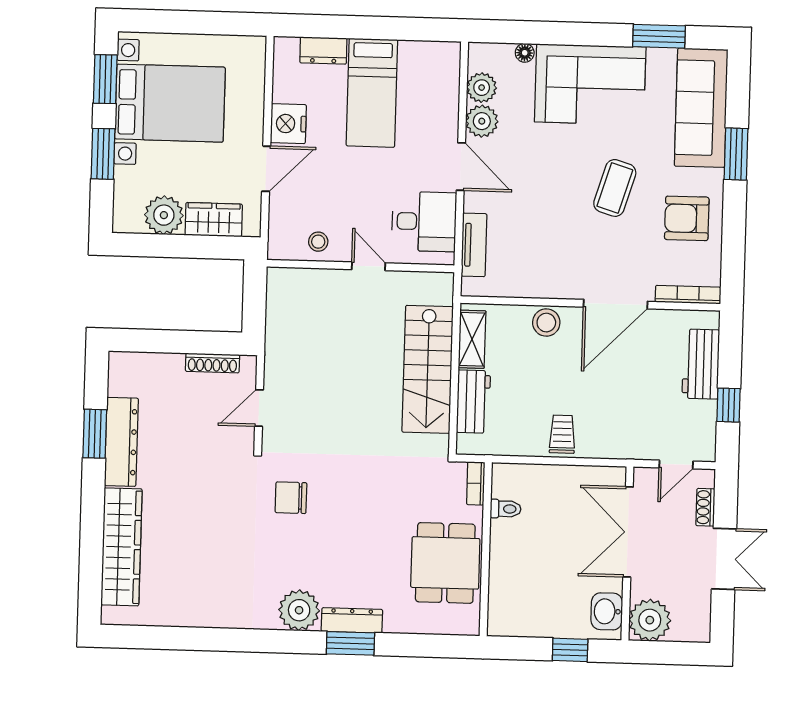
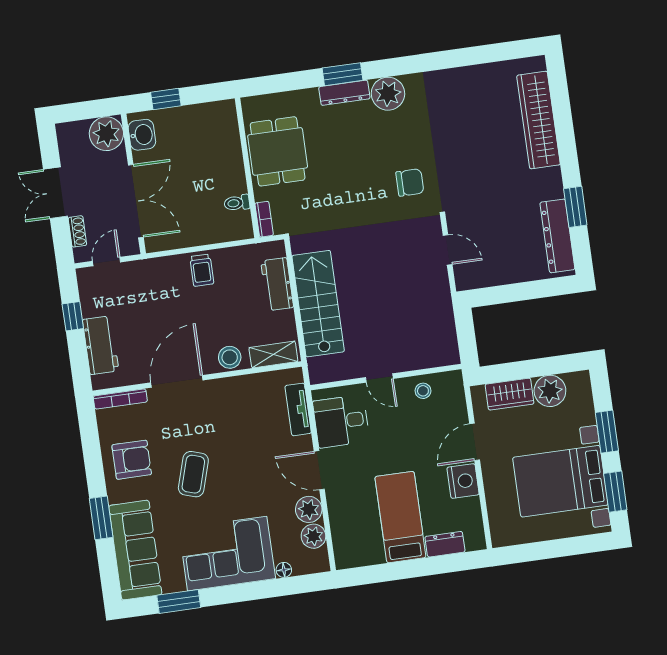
shelving: (472, 339) -> (273, 355), moved, turned 90
shoe rack: (212, 363) -> (491, 279), removed
door: (259, 408) -> (448, 250), hinge flipped
dresser: (121, 442) -> (557, 236), moved

